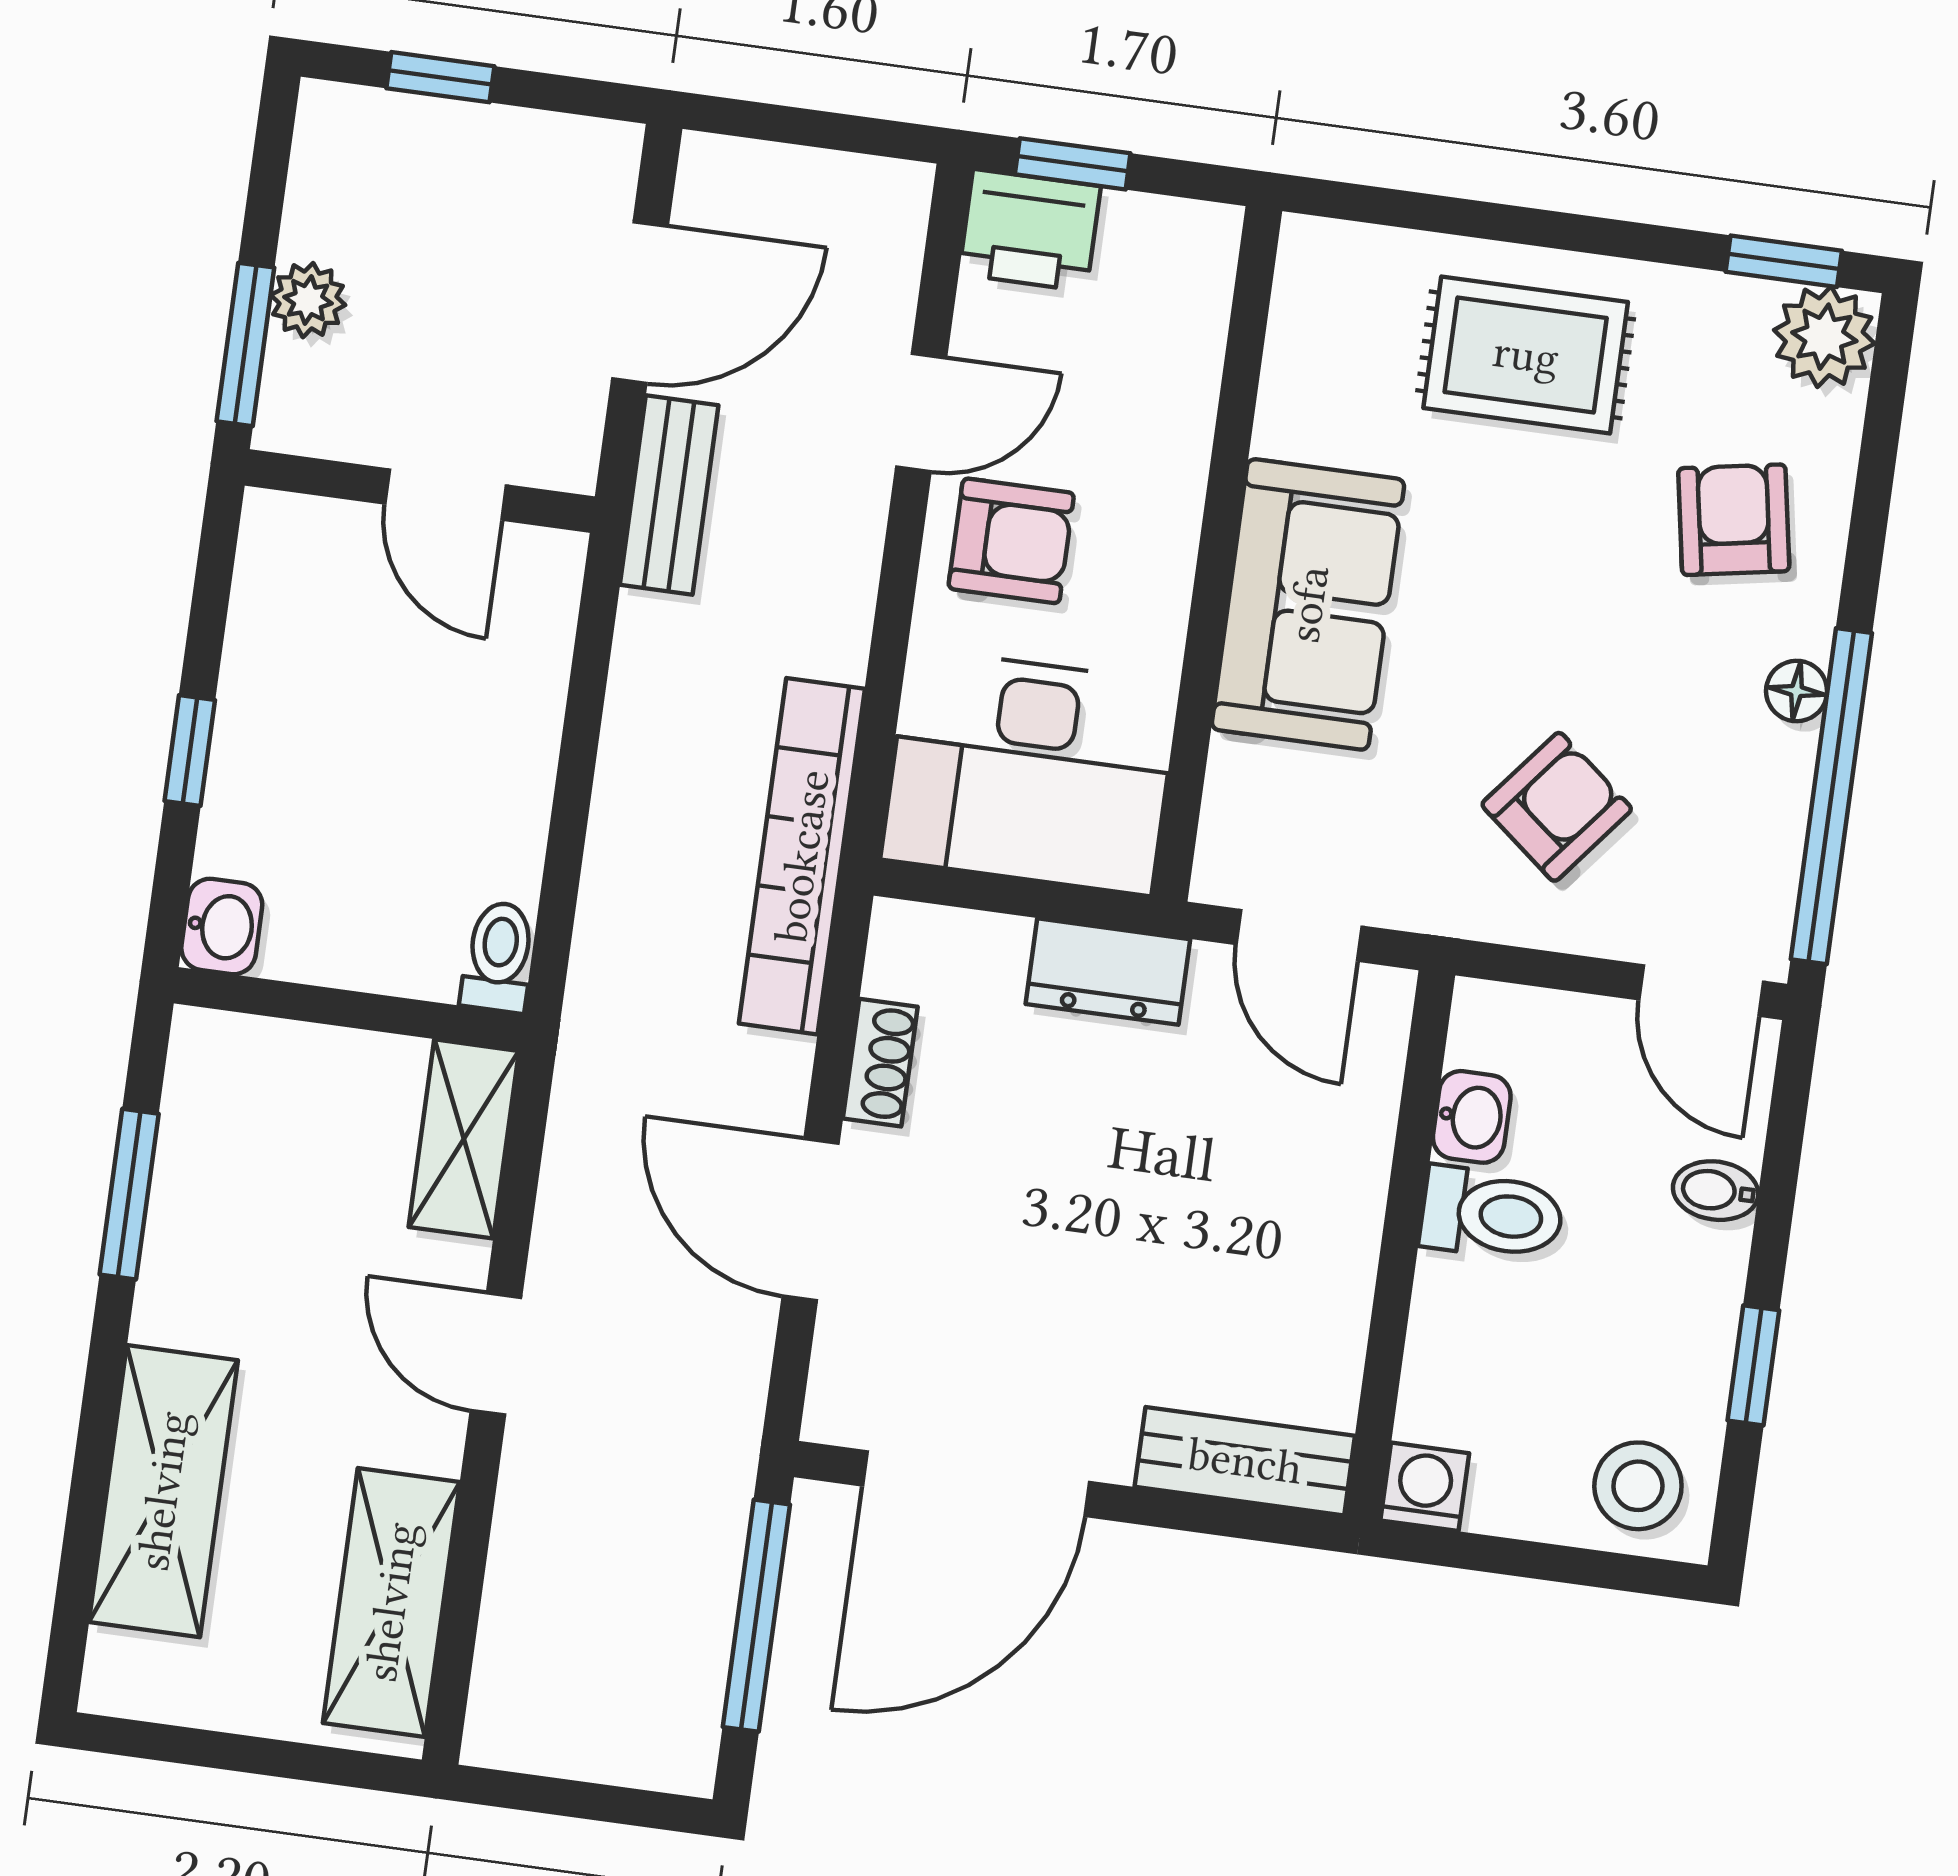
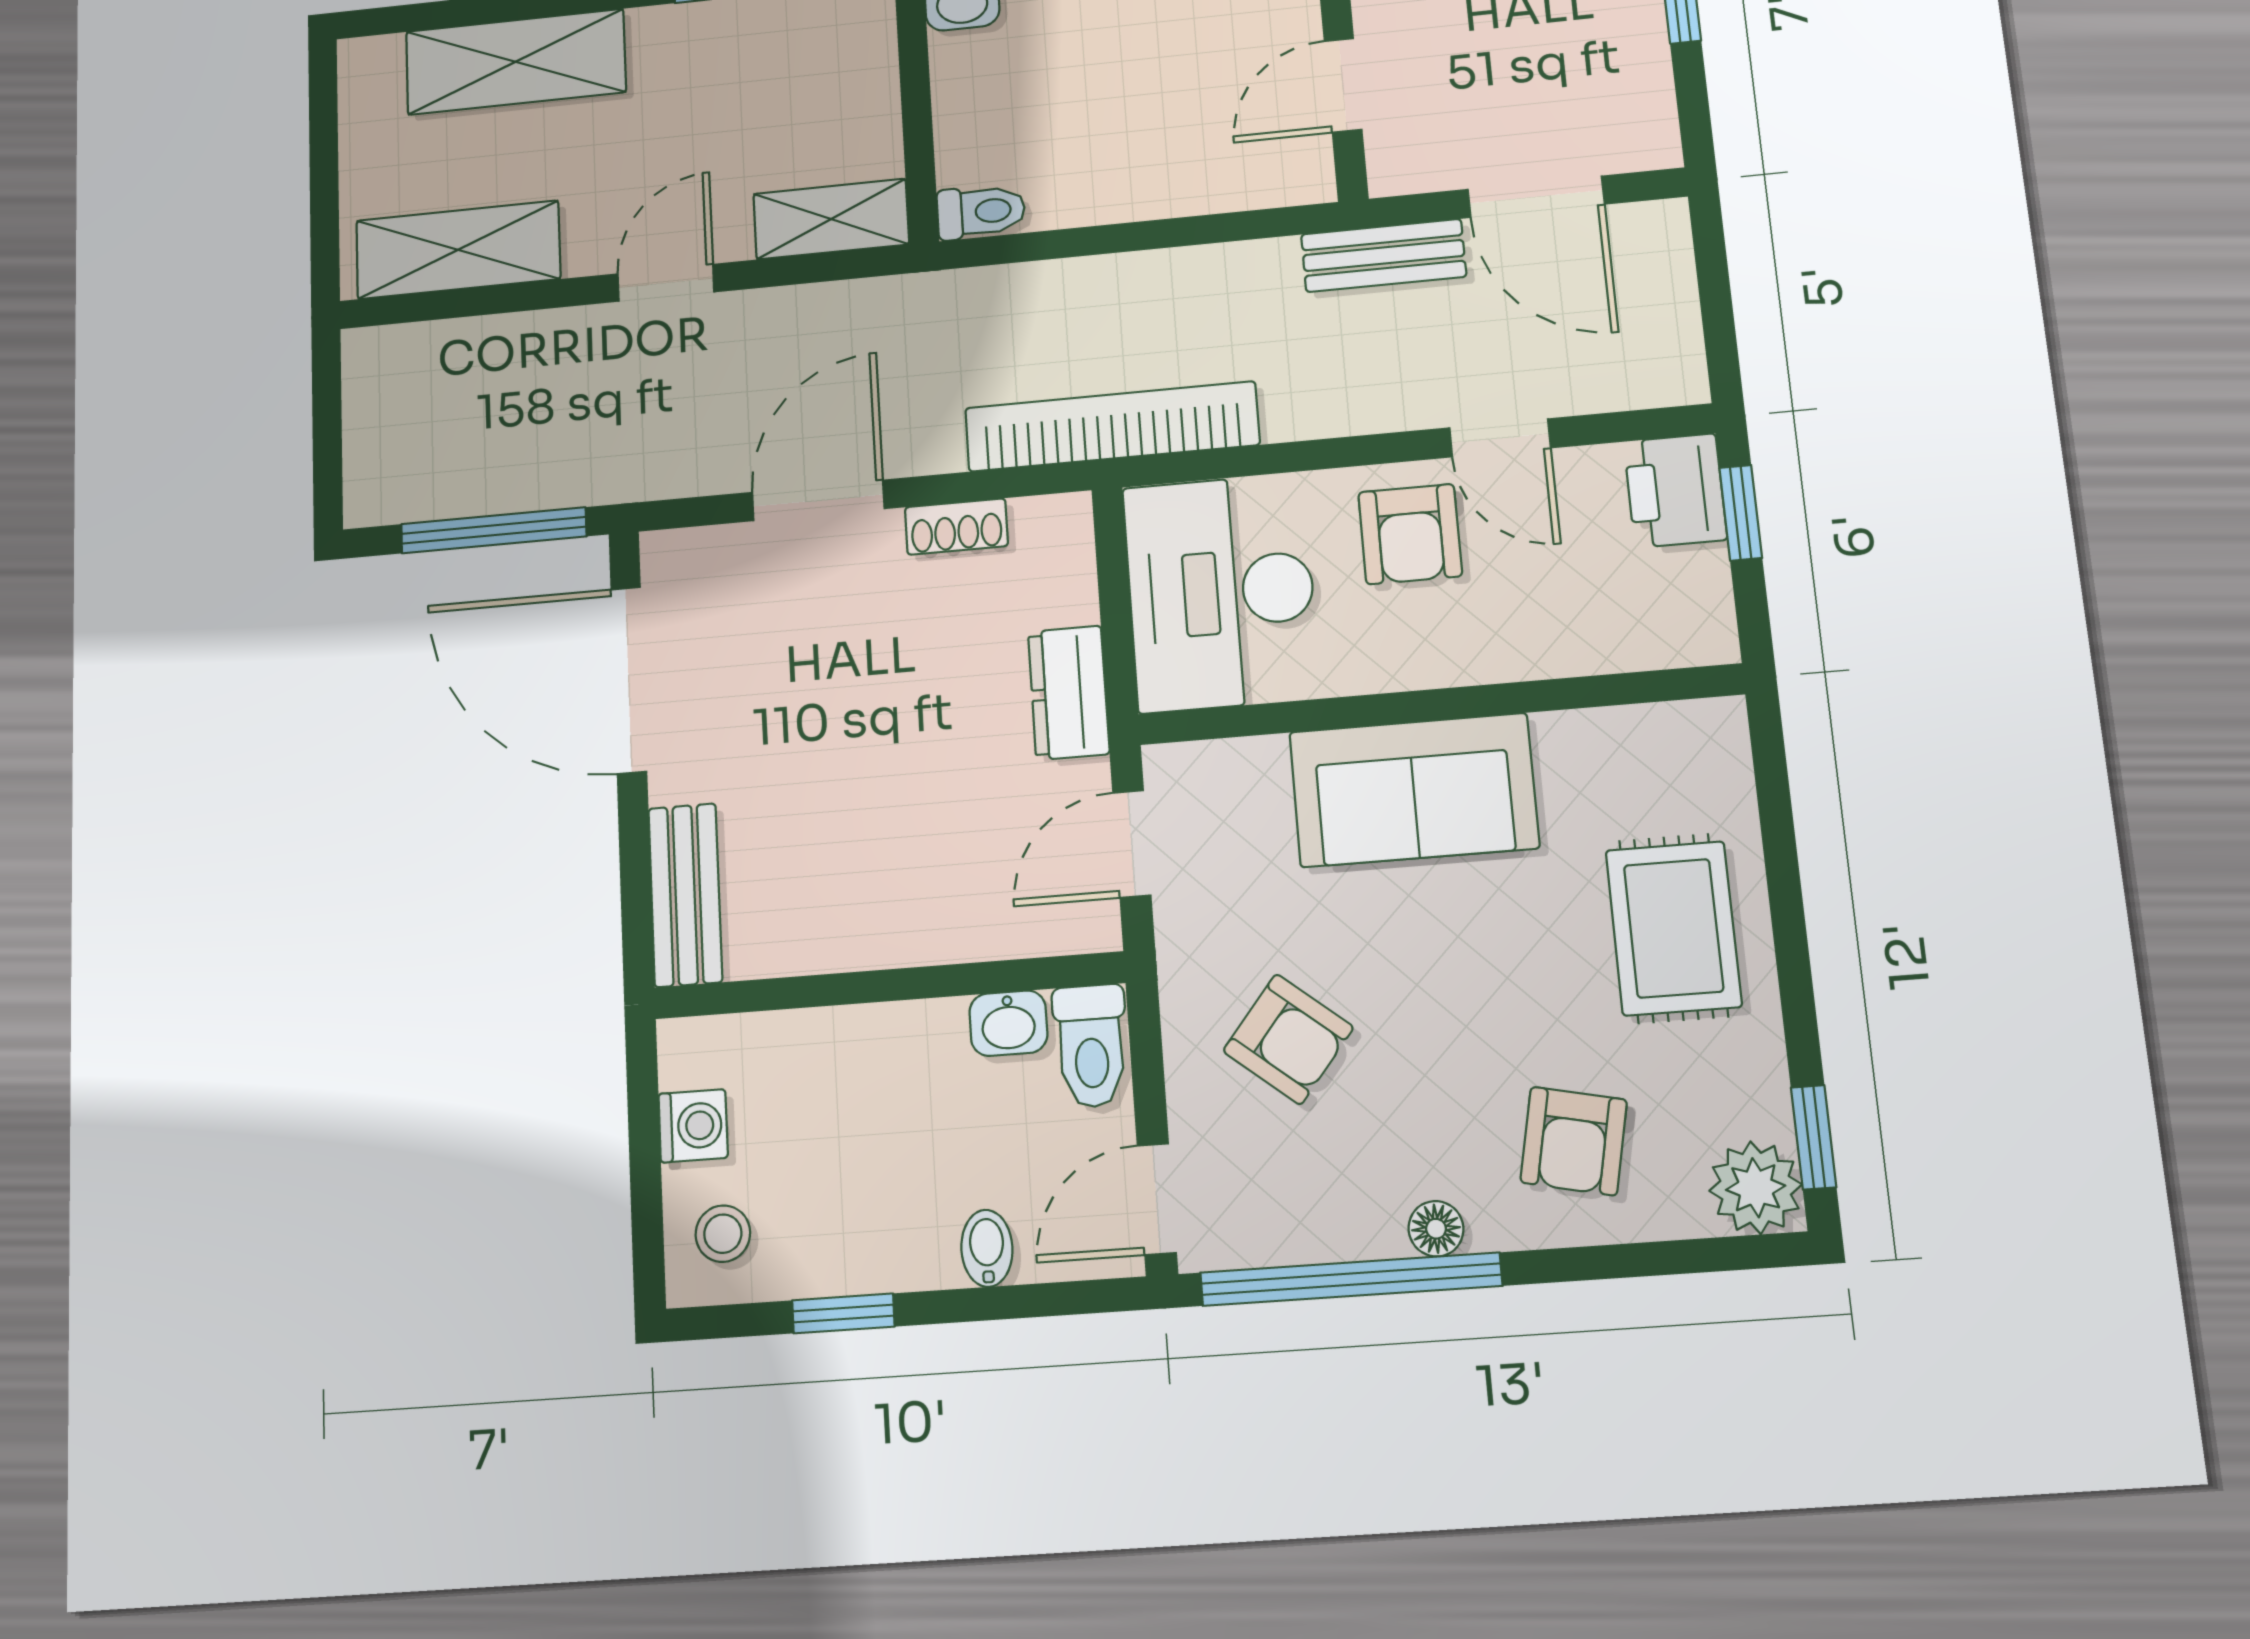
armchair: (1734, 520) -> (1574, 1141), turned 112
toilet: (1492, 1214) -> (1091, 1046), moved
stool: (1638, 1486) -> (723, 1234), width x0.73, depth x0.73
washing machine: (1425, 1487) -> (693, 1126), moved

